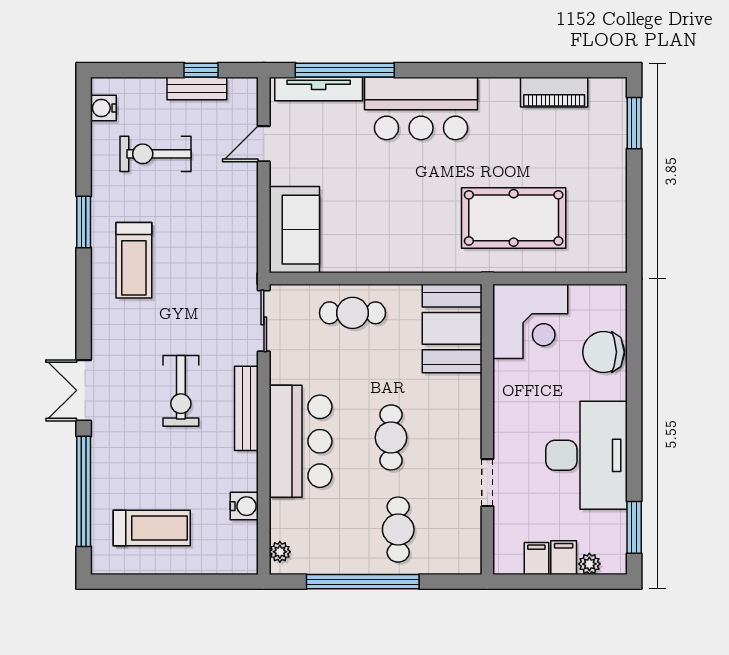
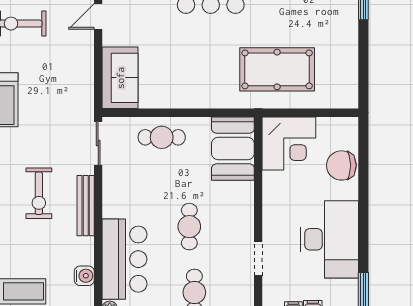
bar counter: (301, 441) -> (125, 259), moved

